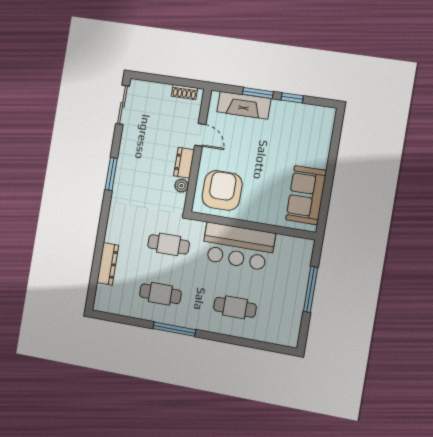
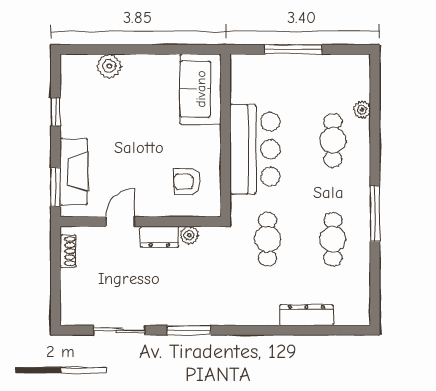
window: (258, 93) -> (56, 187), moved
sliding door: (123, 105) -> (119, 330), moved
plant: (321, 145) -> (109, 66), added
armchair: (222, 190) -> (187, 182), width x0.53, depth x0.53
sofa: (306, 195) -> (201, 89), moved, turned 90
plant: (255, 334) -> (362, 110), added

